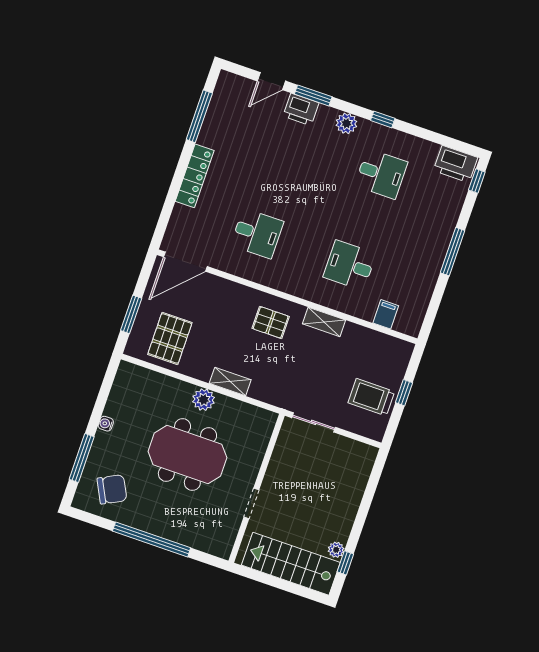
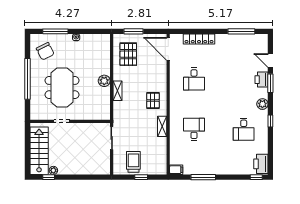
locker: (195, 176) -> (199, 39), moved
window: (453, 252) -> (203, 177), moved
filing cabinet: (386, 314) -> (176, 170), moved
pallet: (170, 338) -> (128, 54), turned 90
meeting table: (187, 455) -> (62, 88), moved

